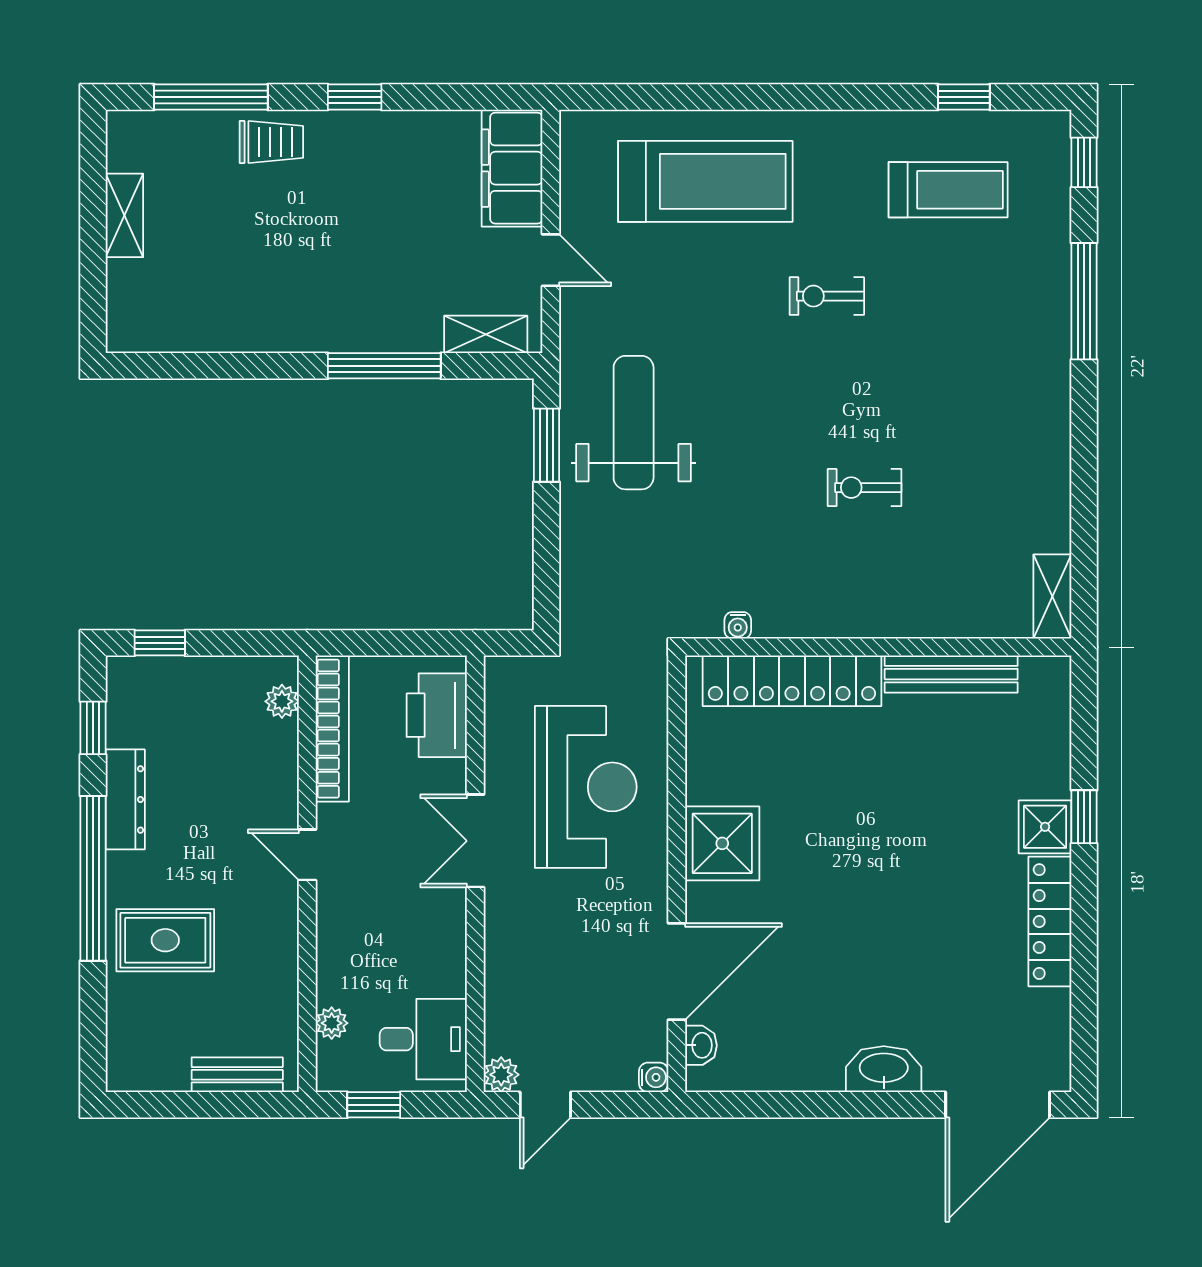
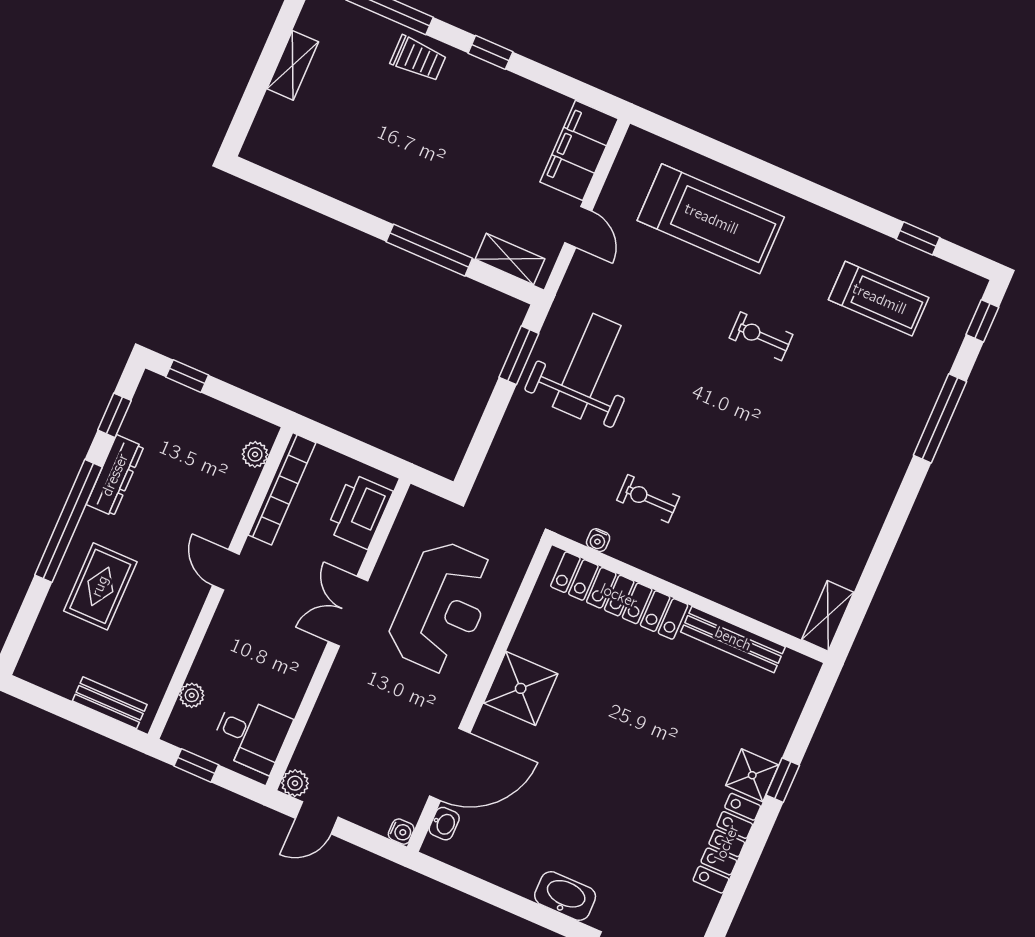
exercise bike: (864, 488) -> (648, 499), moved
rug: (165, 940) -> (100, 586), turned 90

